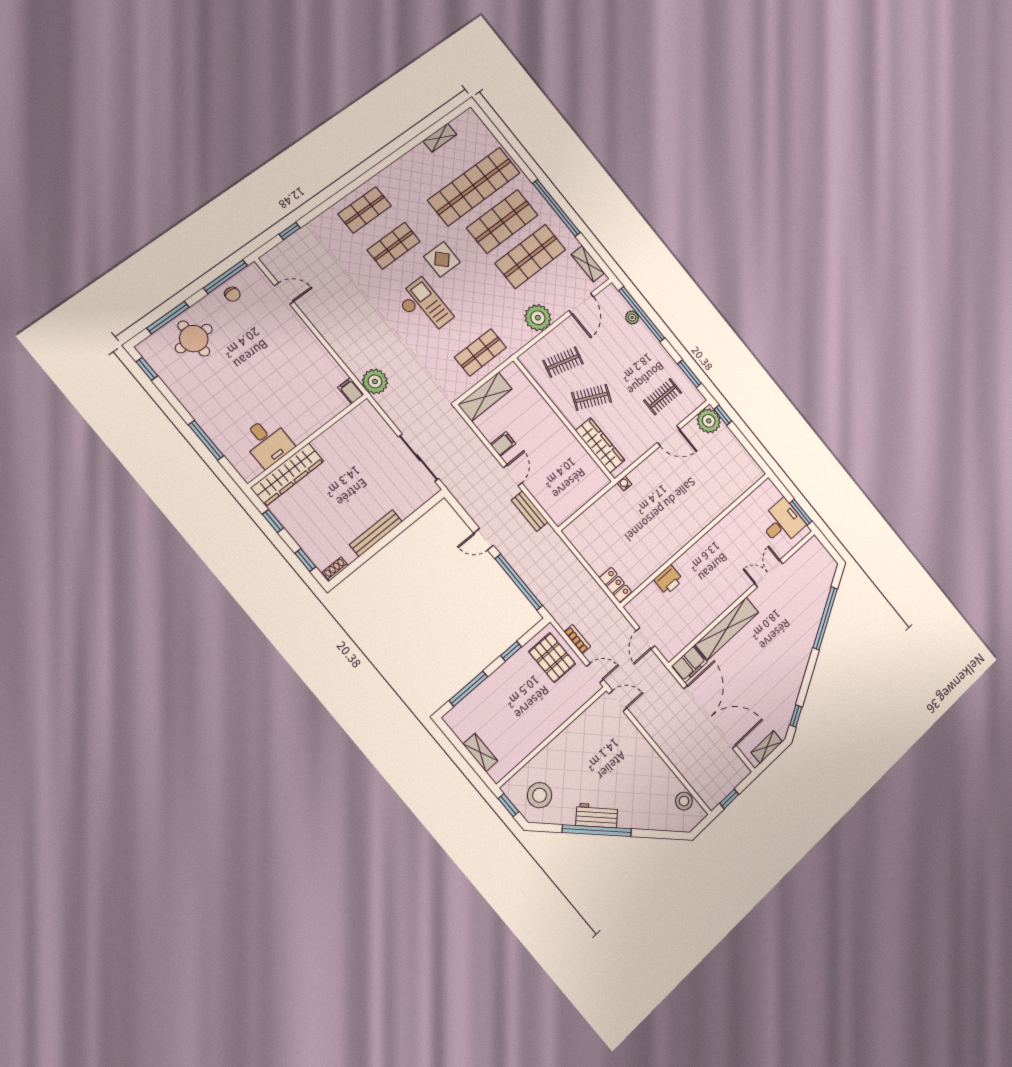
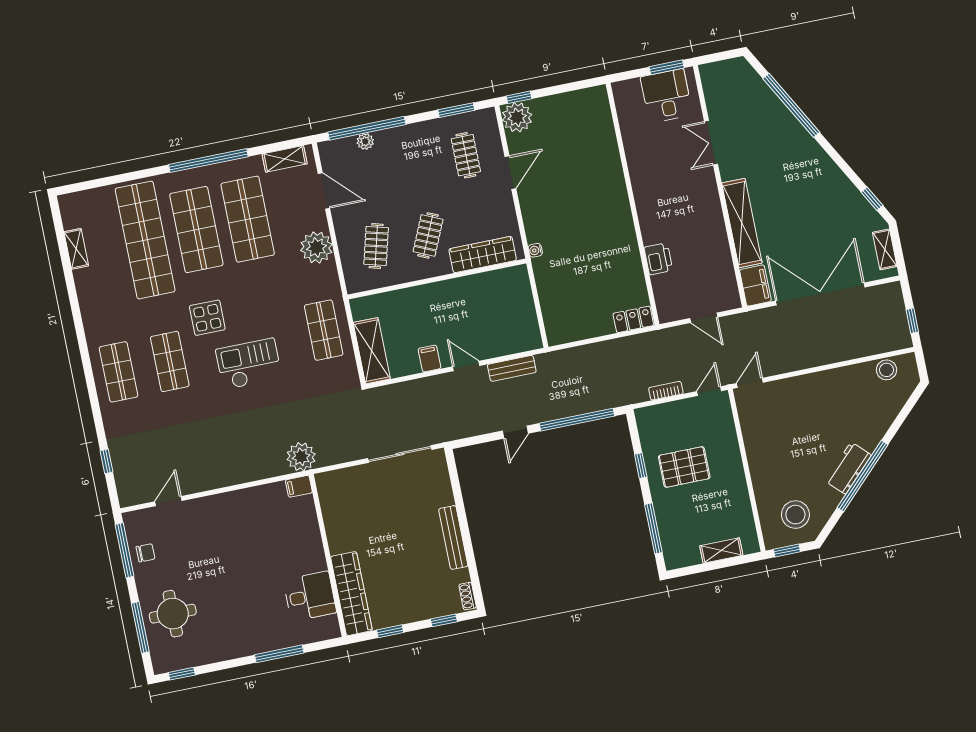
pallet: (552, 658) -> (684, 467), moved

